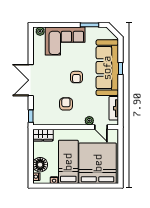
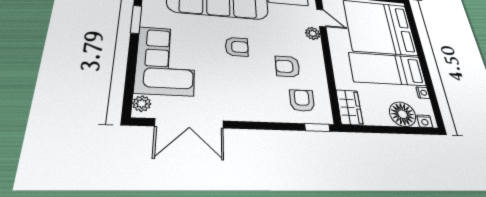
double door: (31, 80) -> (189, 123), moved
armchair: (46, 110) -> (302, 101), added
door: (101, 127) -> (321, 18), hinge flipped

